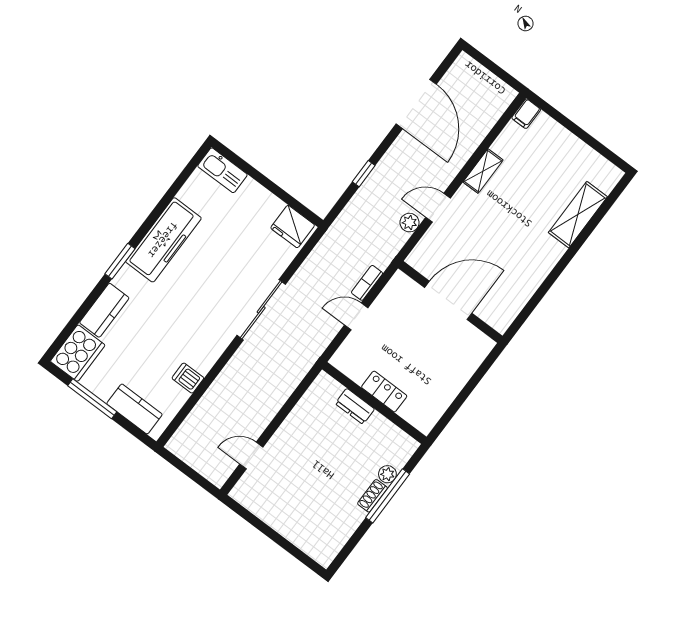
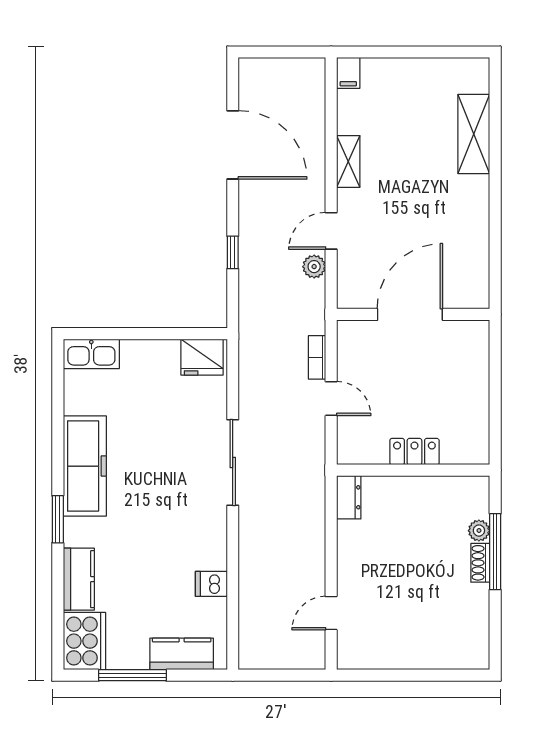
door: (356, 316) -> (331, 399), swing flipped
dresser: (355, 406) -> (349, 497), moved, turned -90

